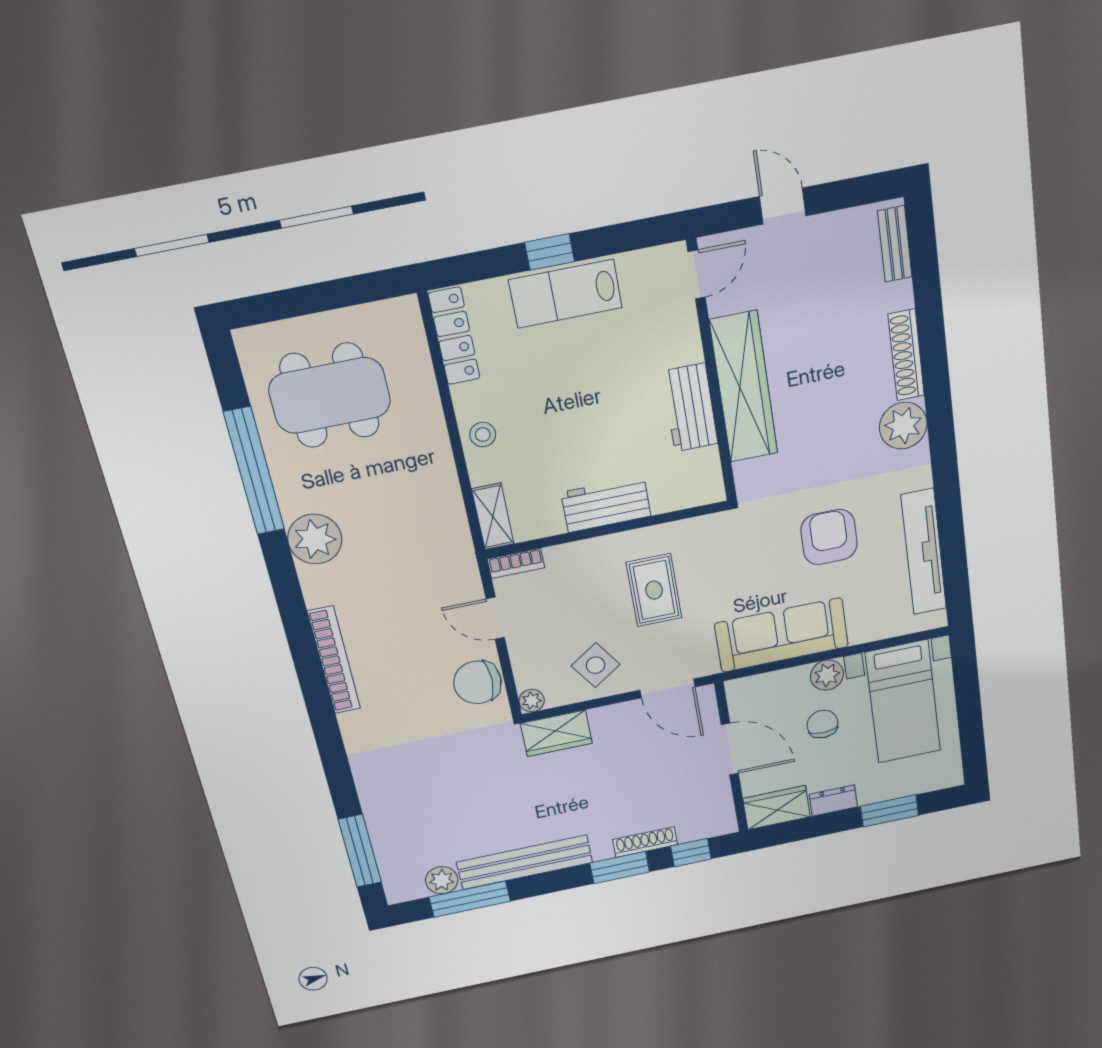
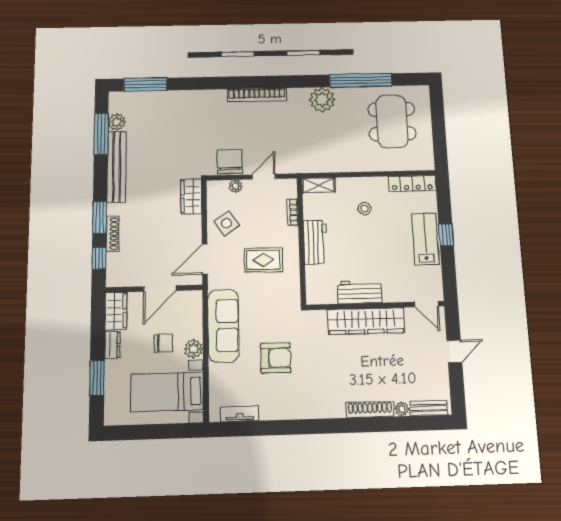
plant: (903, 426) -> (402, 409), moved, width x0.53, depth x0.53
stool: (483, 435) -> (364, 209), moved
tv unit: (924, 552) -> (240, 414), width x0.52, depth x0.78
bookcase: (516, 563) -> (292, 212), moved
plant: (532, 701) -> (235, 186), moved

